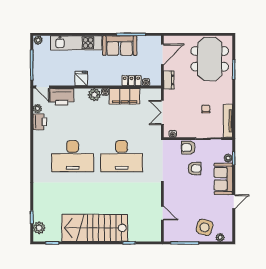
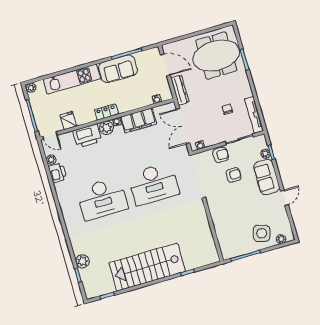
door: (162, 54) -> (165, 65), hinge flipped
meeting table: (210, 59) -> (216, 56), turned 90
fridge: (81, 78) -> (68, 121), moved
dresser: (169, 80) -> (180, 90), width x1.44
locker: (131, 81) -> (106, 112), moved
printer: (62, 97) -> (87, 136), moved
double door: (162, 113) -> (183, 126), width x1.37
armchair: (188, 148) -> (221, 155), turned 180
door: (162, 213) -> (213, 231), removed
plant: (39, 228) -> (82, 261), moved

